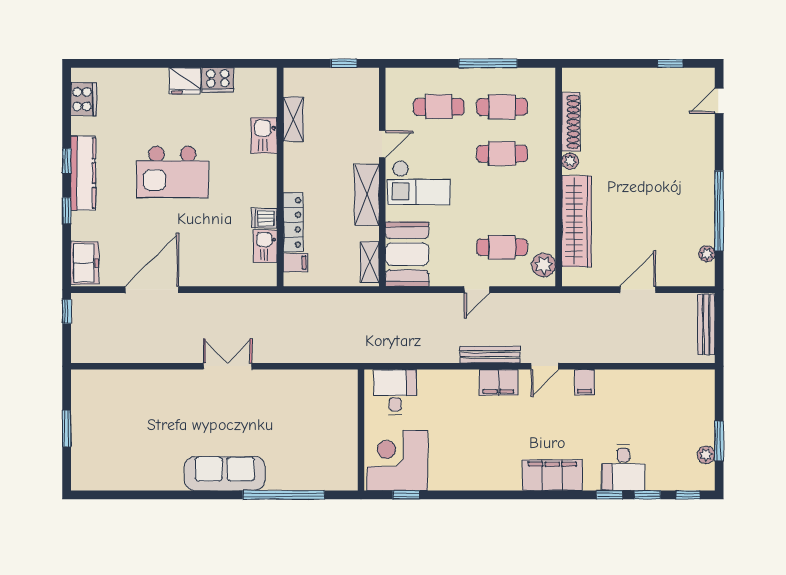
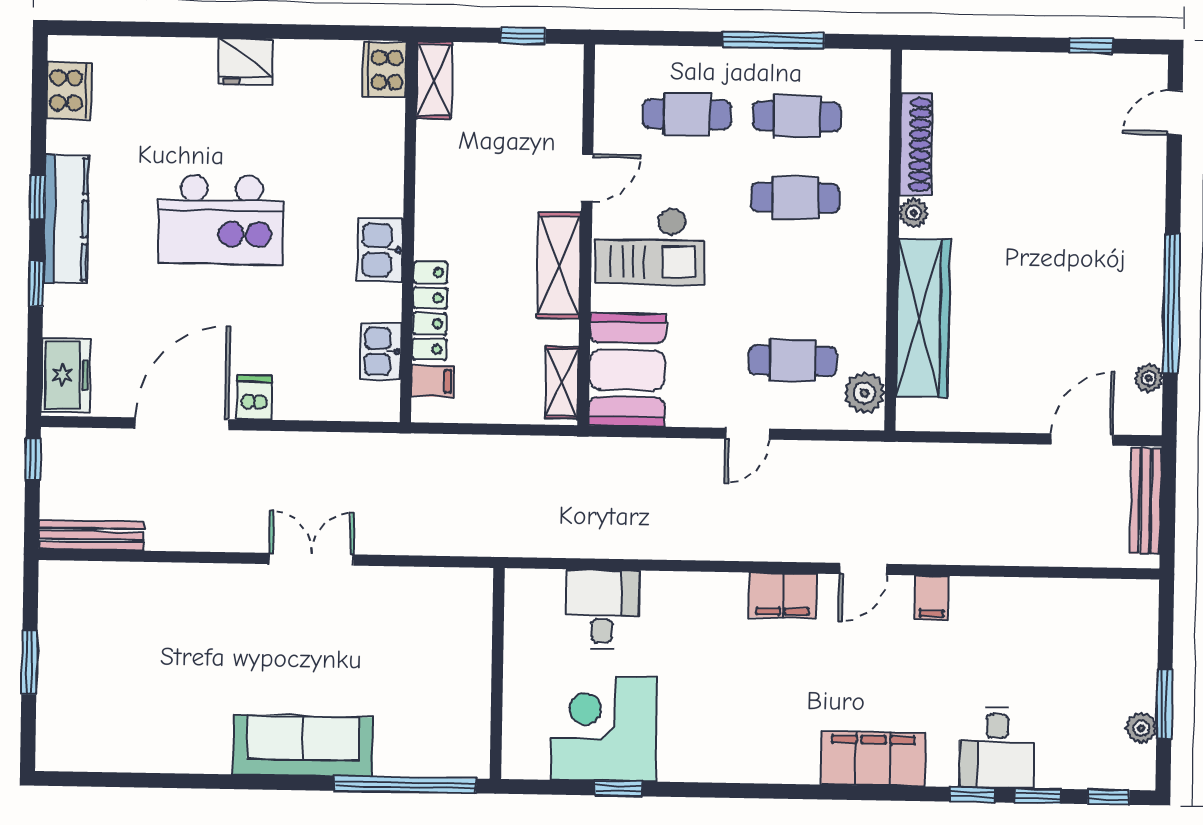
cooker: (218, 80) -> (385, 70), moved, turned 90
shelving: (293, 119) -> (434, 80), moved
kitchen sink: (264, 135) -> (380, 250), moved
dishwasher: (264, 218) -> (254, 397), moved, turned 90
door: (638, 290) -> (1082, 440), moved
bench: (490, 355) -> (91, 535), moved
wall: (361, 430) -> (497, 674), moved

